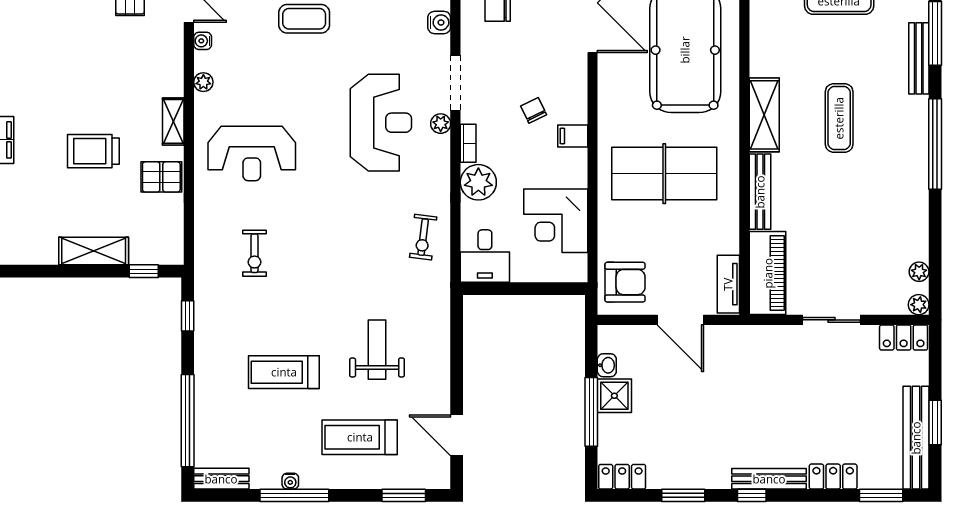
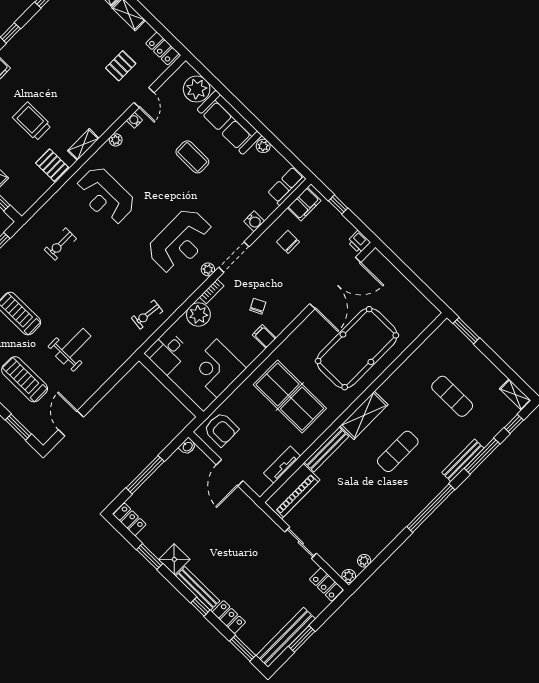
tv unit: (728, 284) -> (282, 465), moved
washbasin: (607, 365) -> (187, 446), moved
shower: (614, 396) -> (174, 559), moved
window: (752, 495) -> (200, 607), moved

